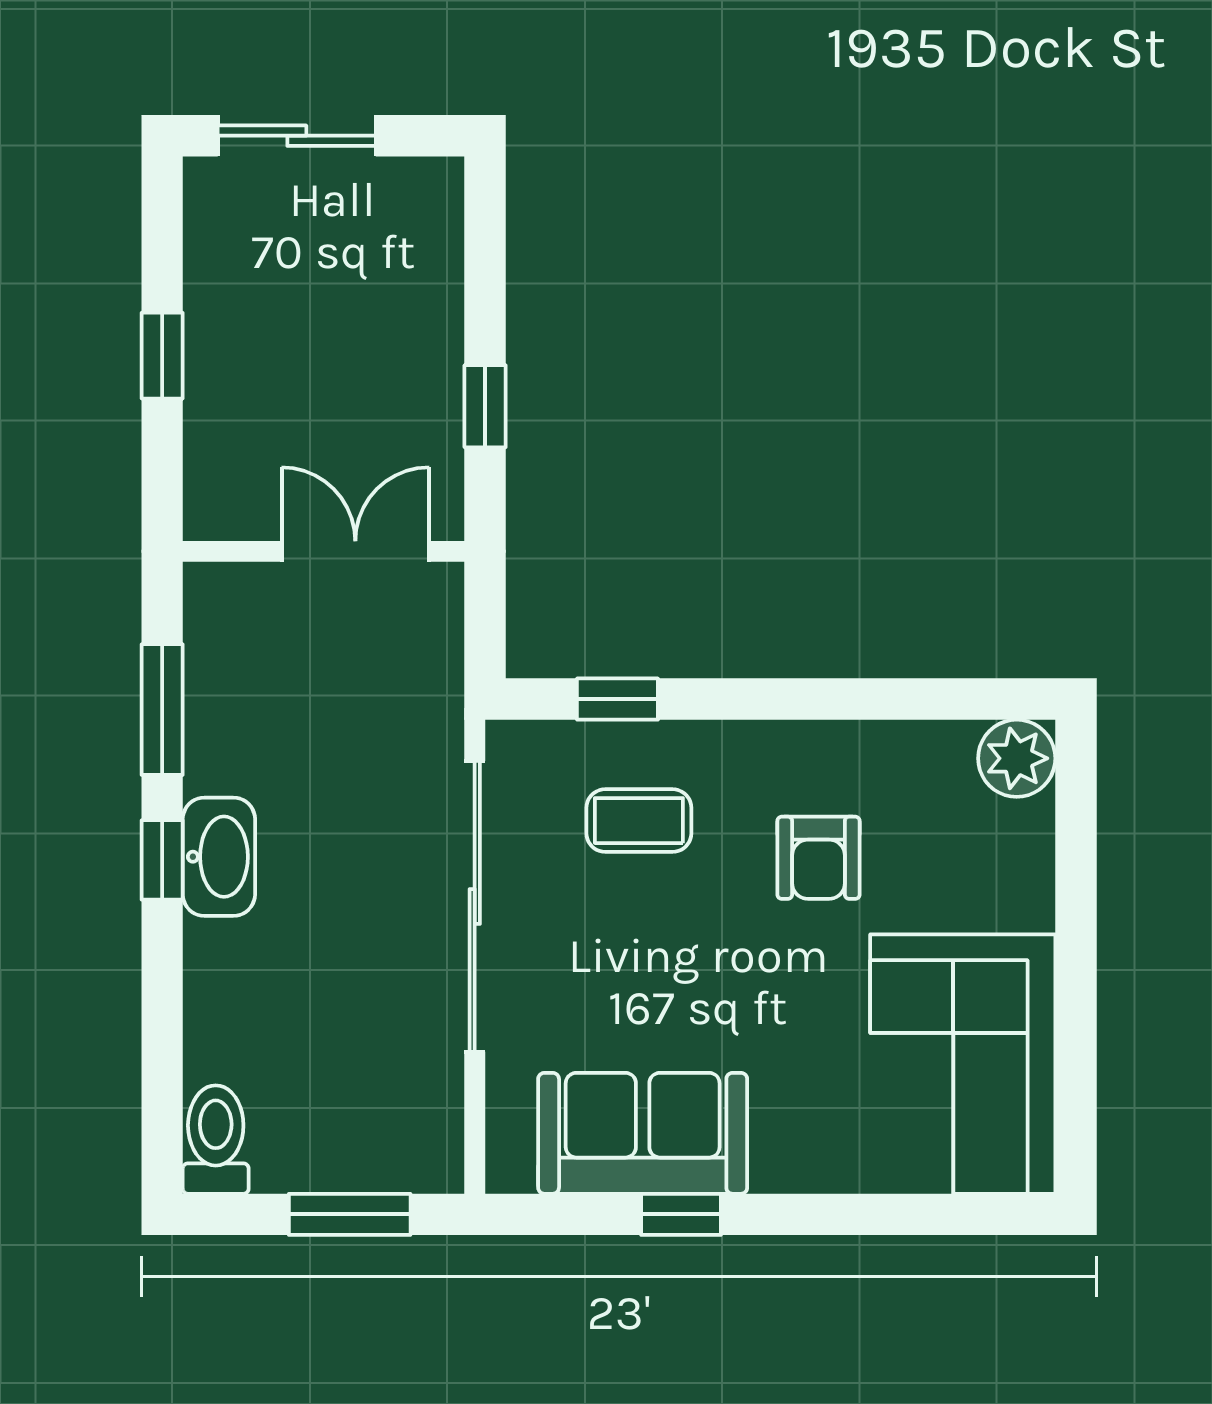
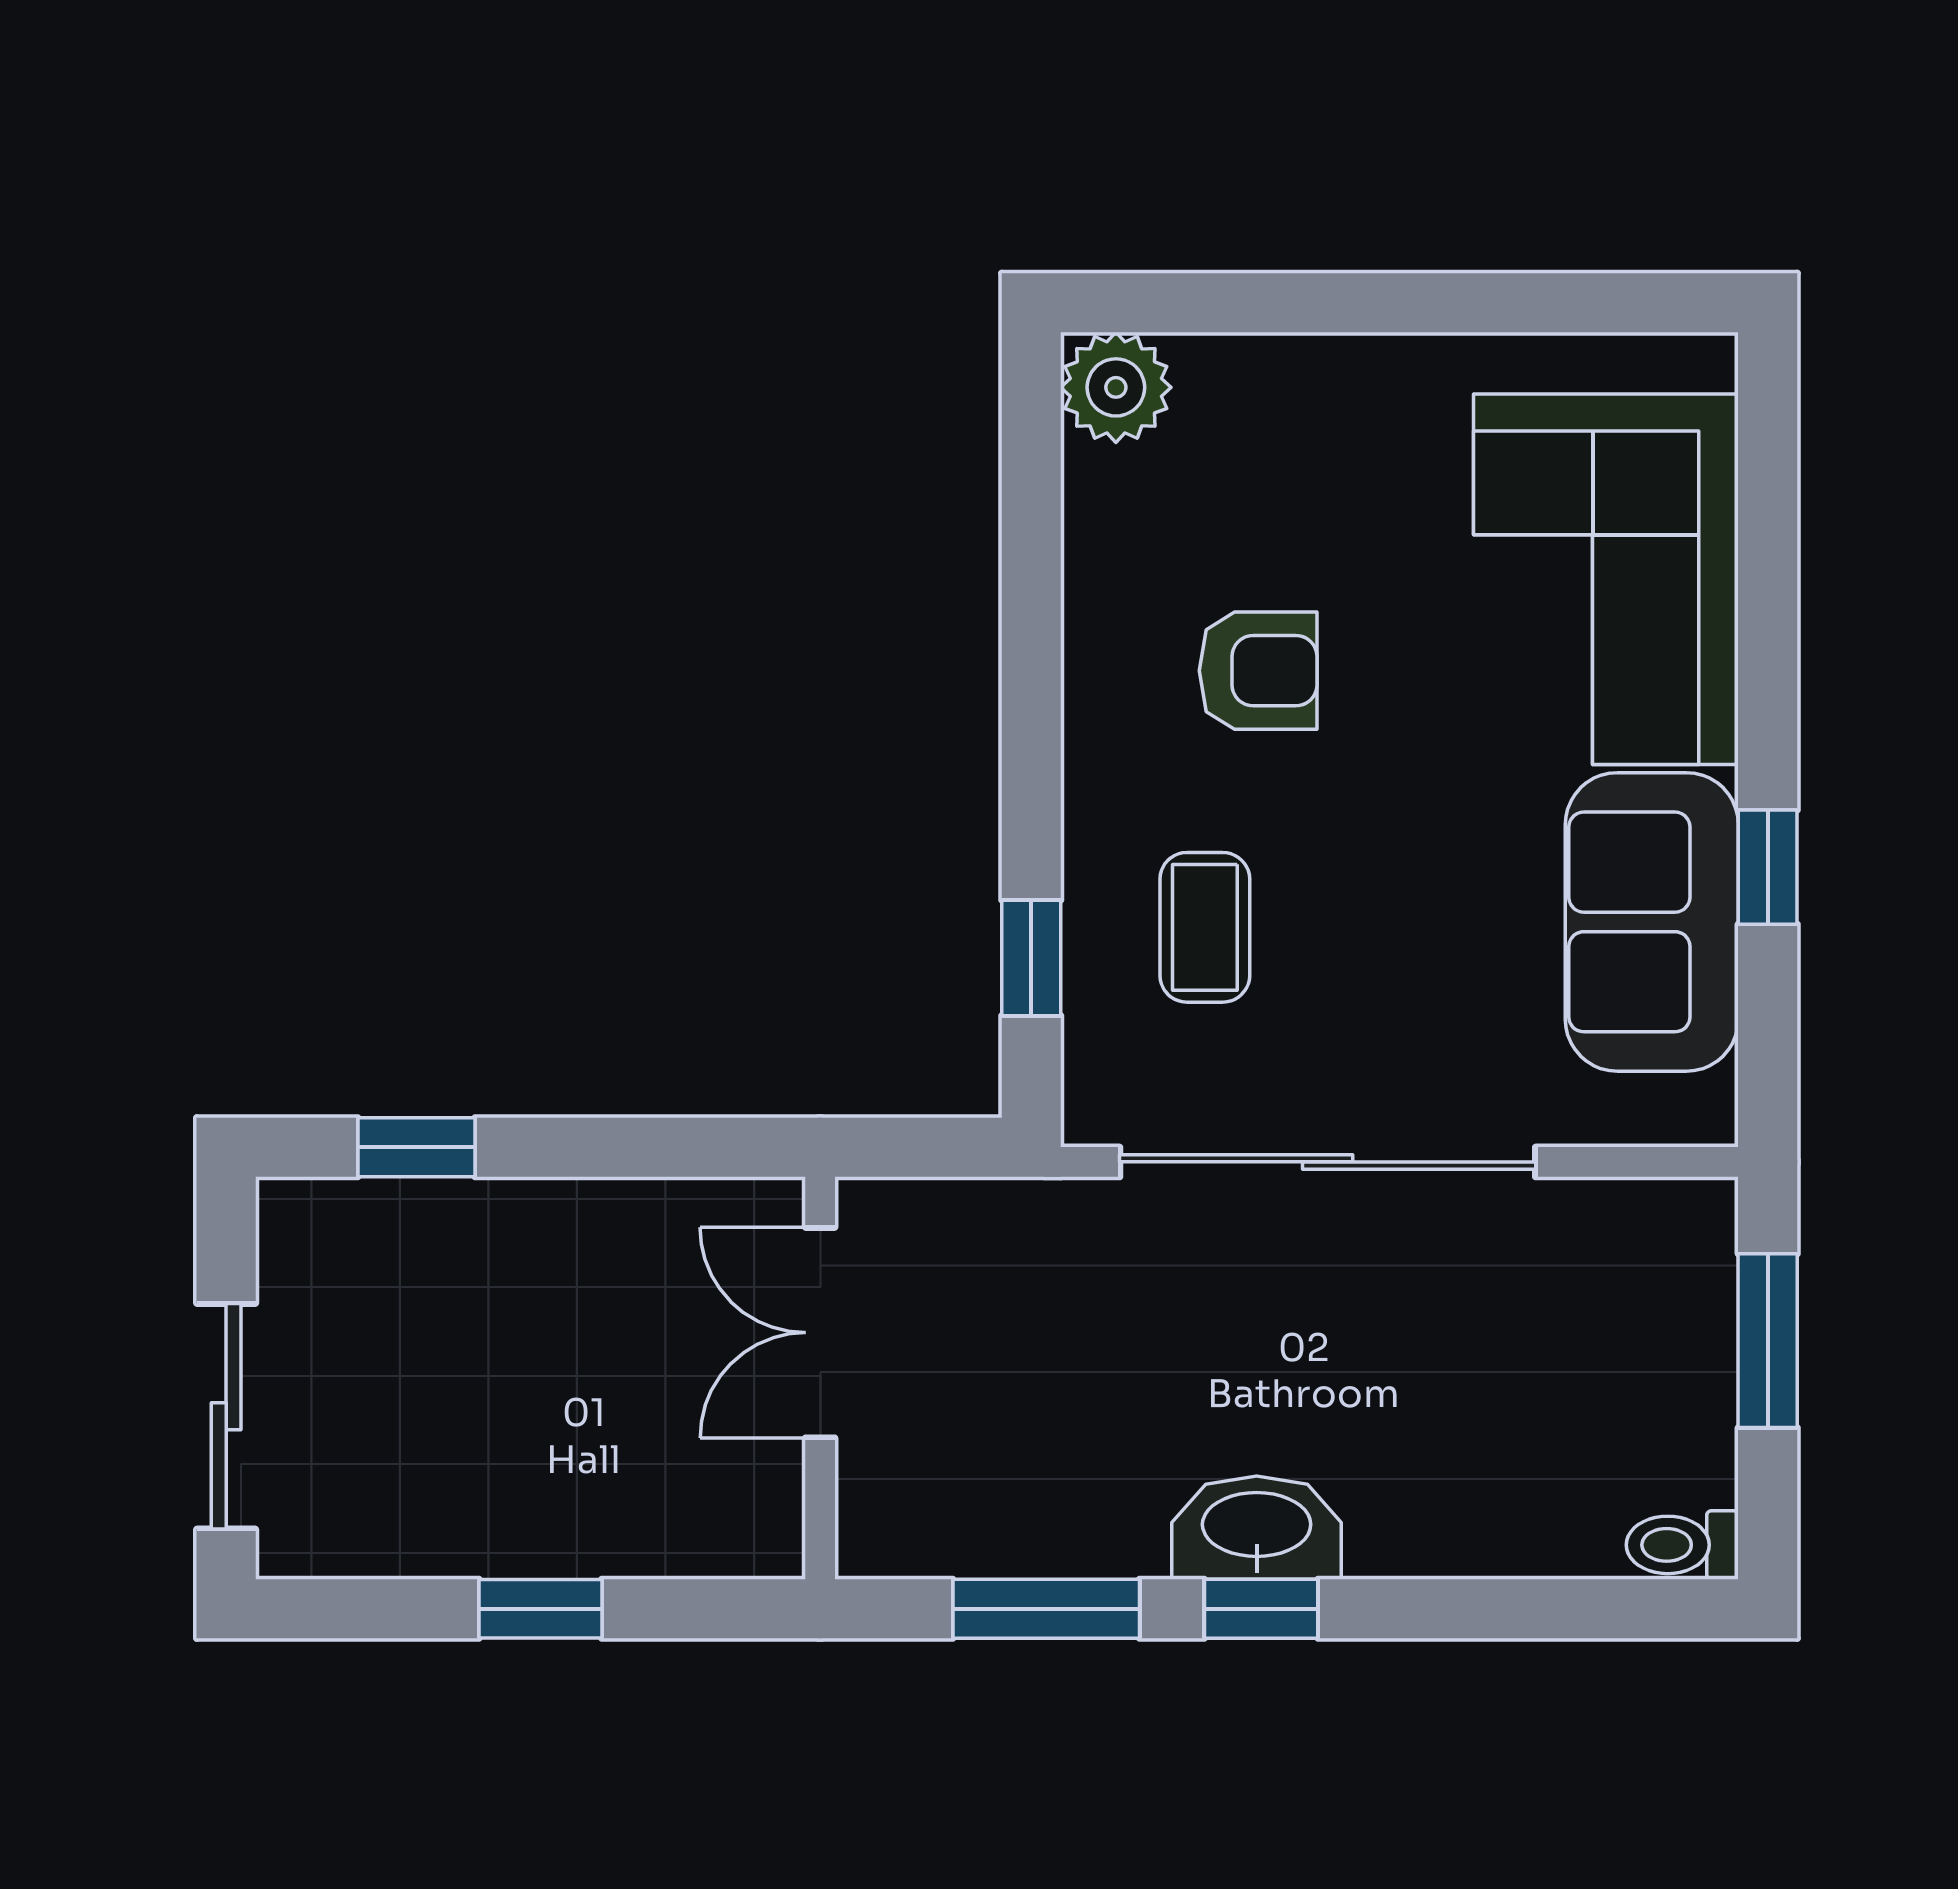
window: (485, 406) -> (416, 1147), moved
corner sofa: (963, 1064) -> (1606, 579), moved, turned 90
toilet: (216, 1140) -> (1682, 1545), width x0.73, depth x0.72

